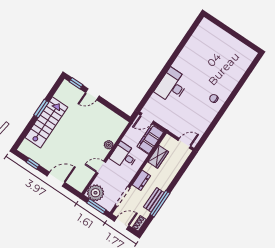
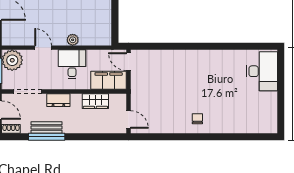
desk: (172, 86) -> (262, 71), moved, turned 90

